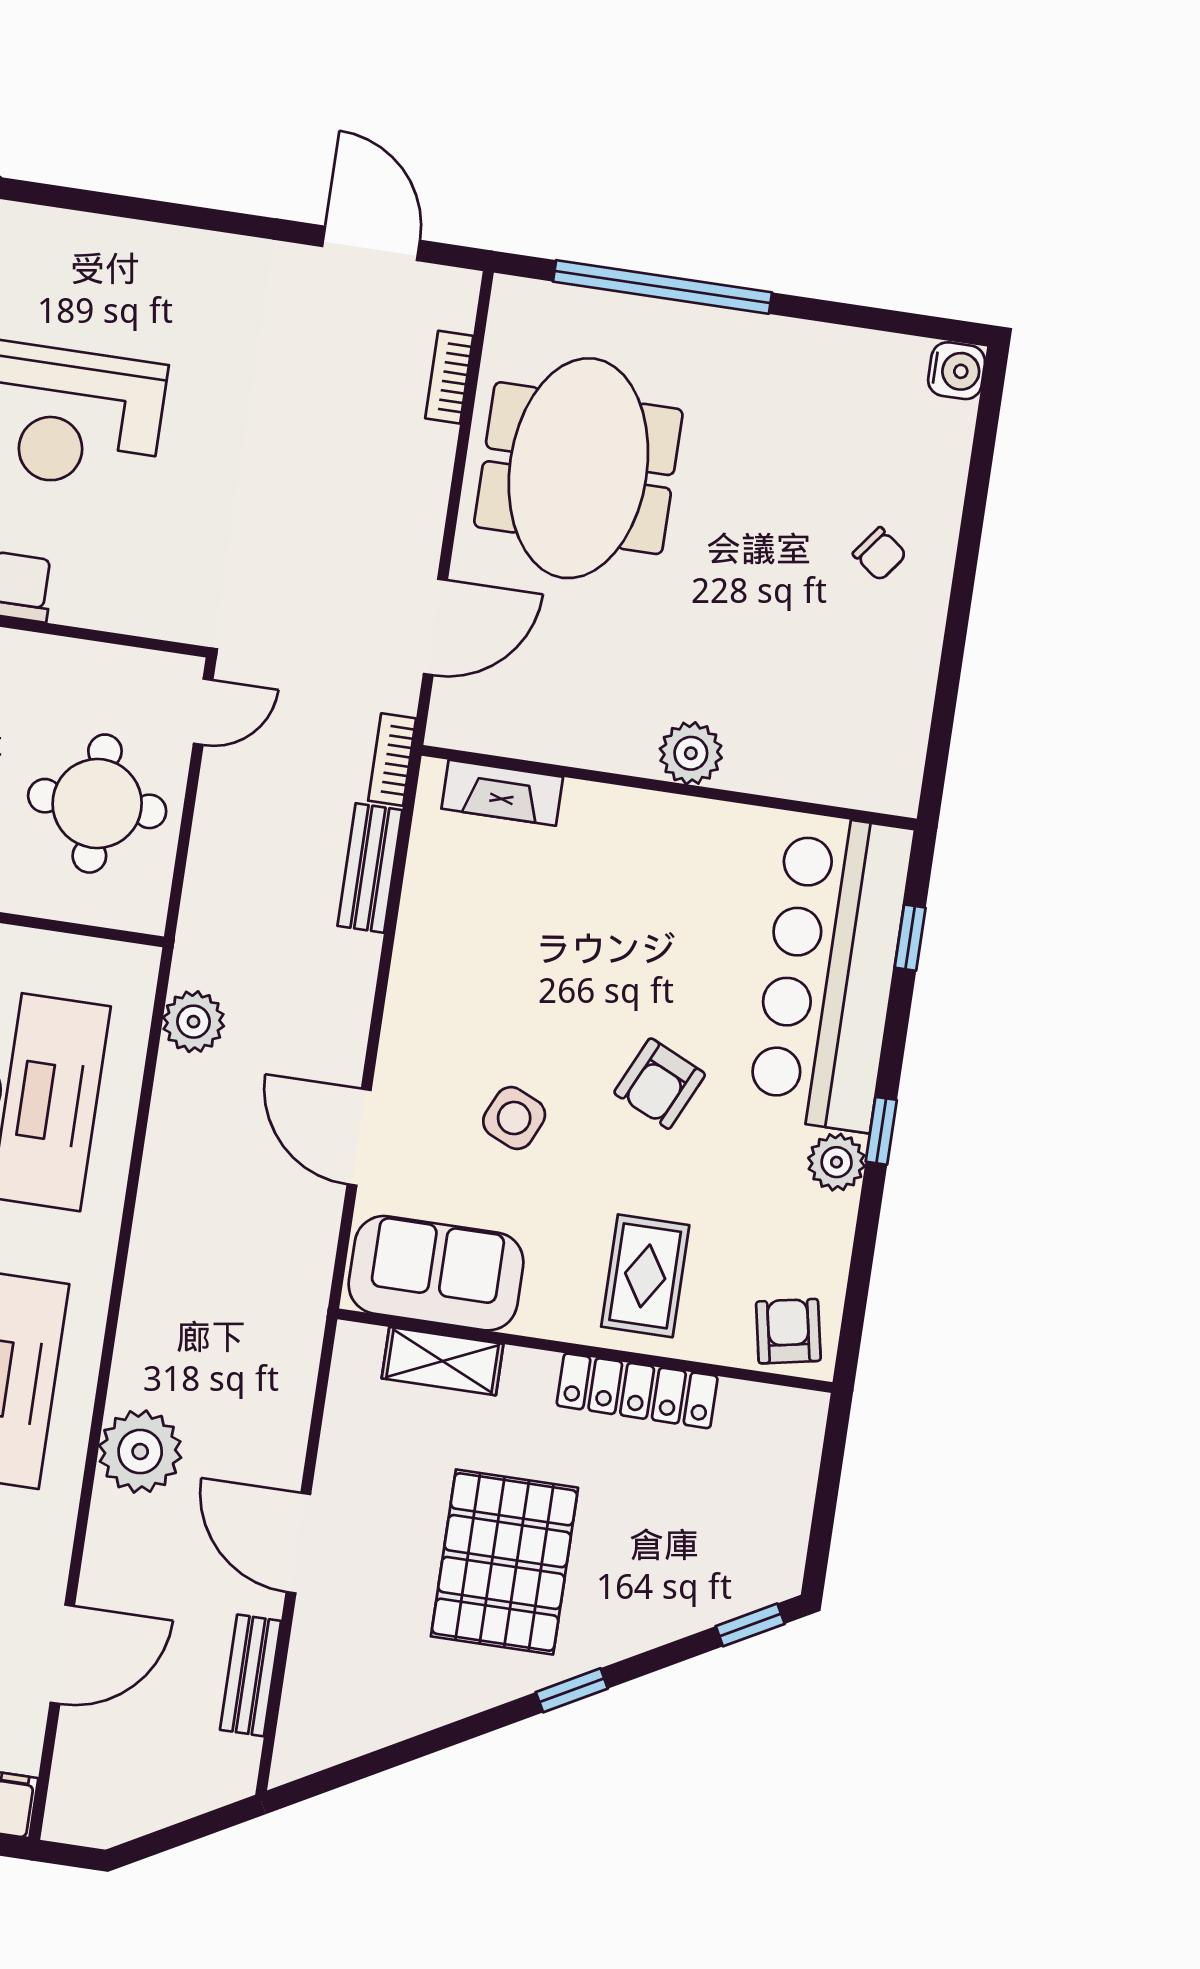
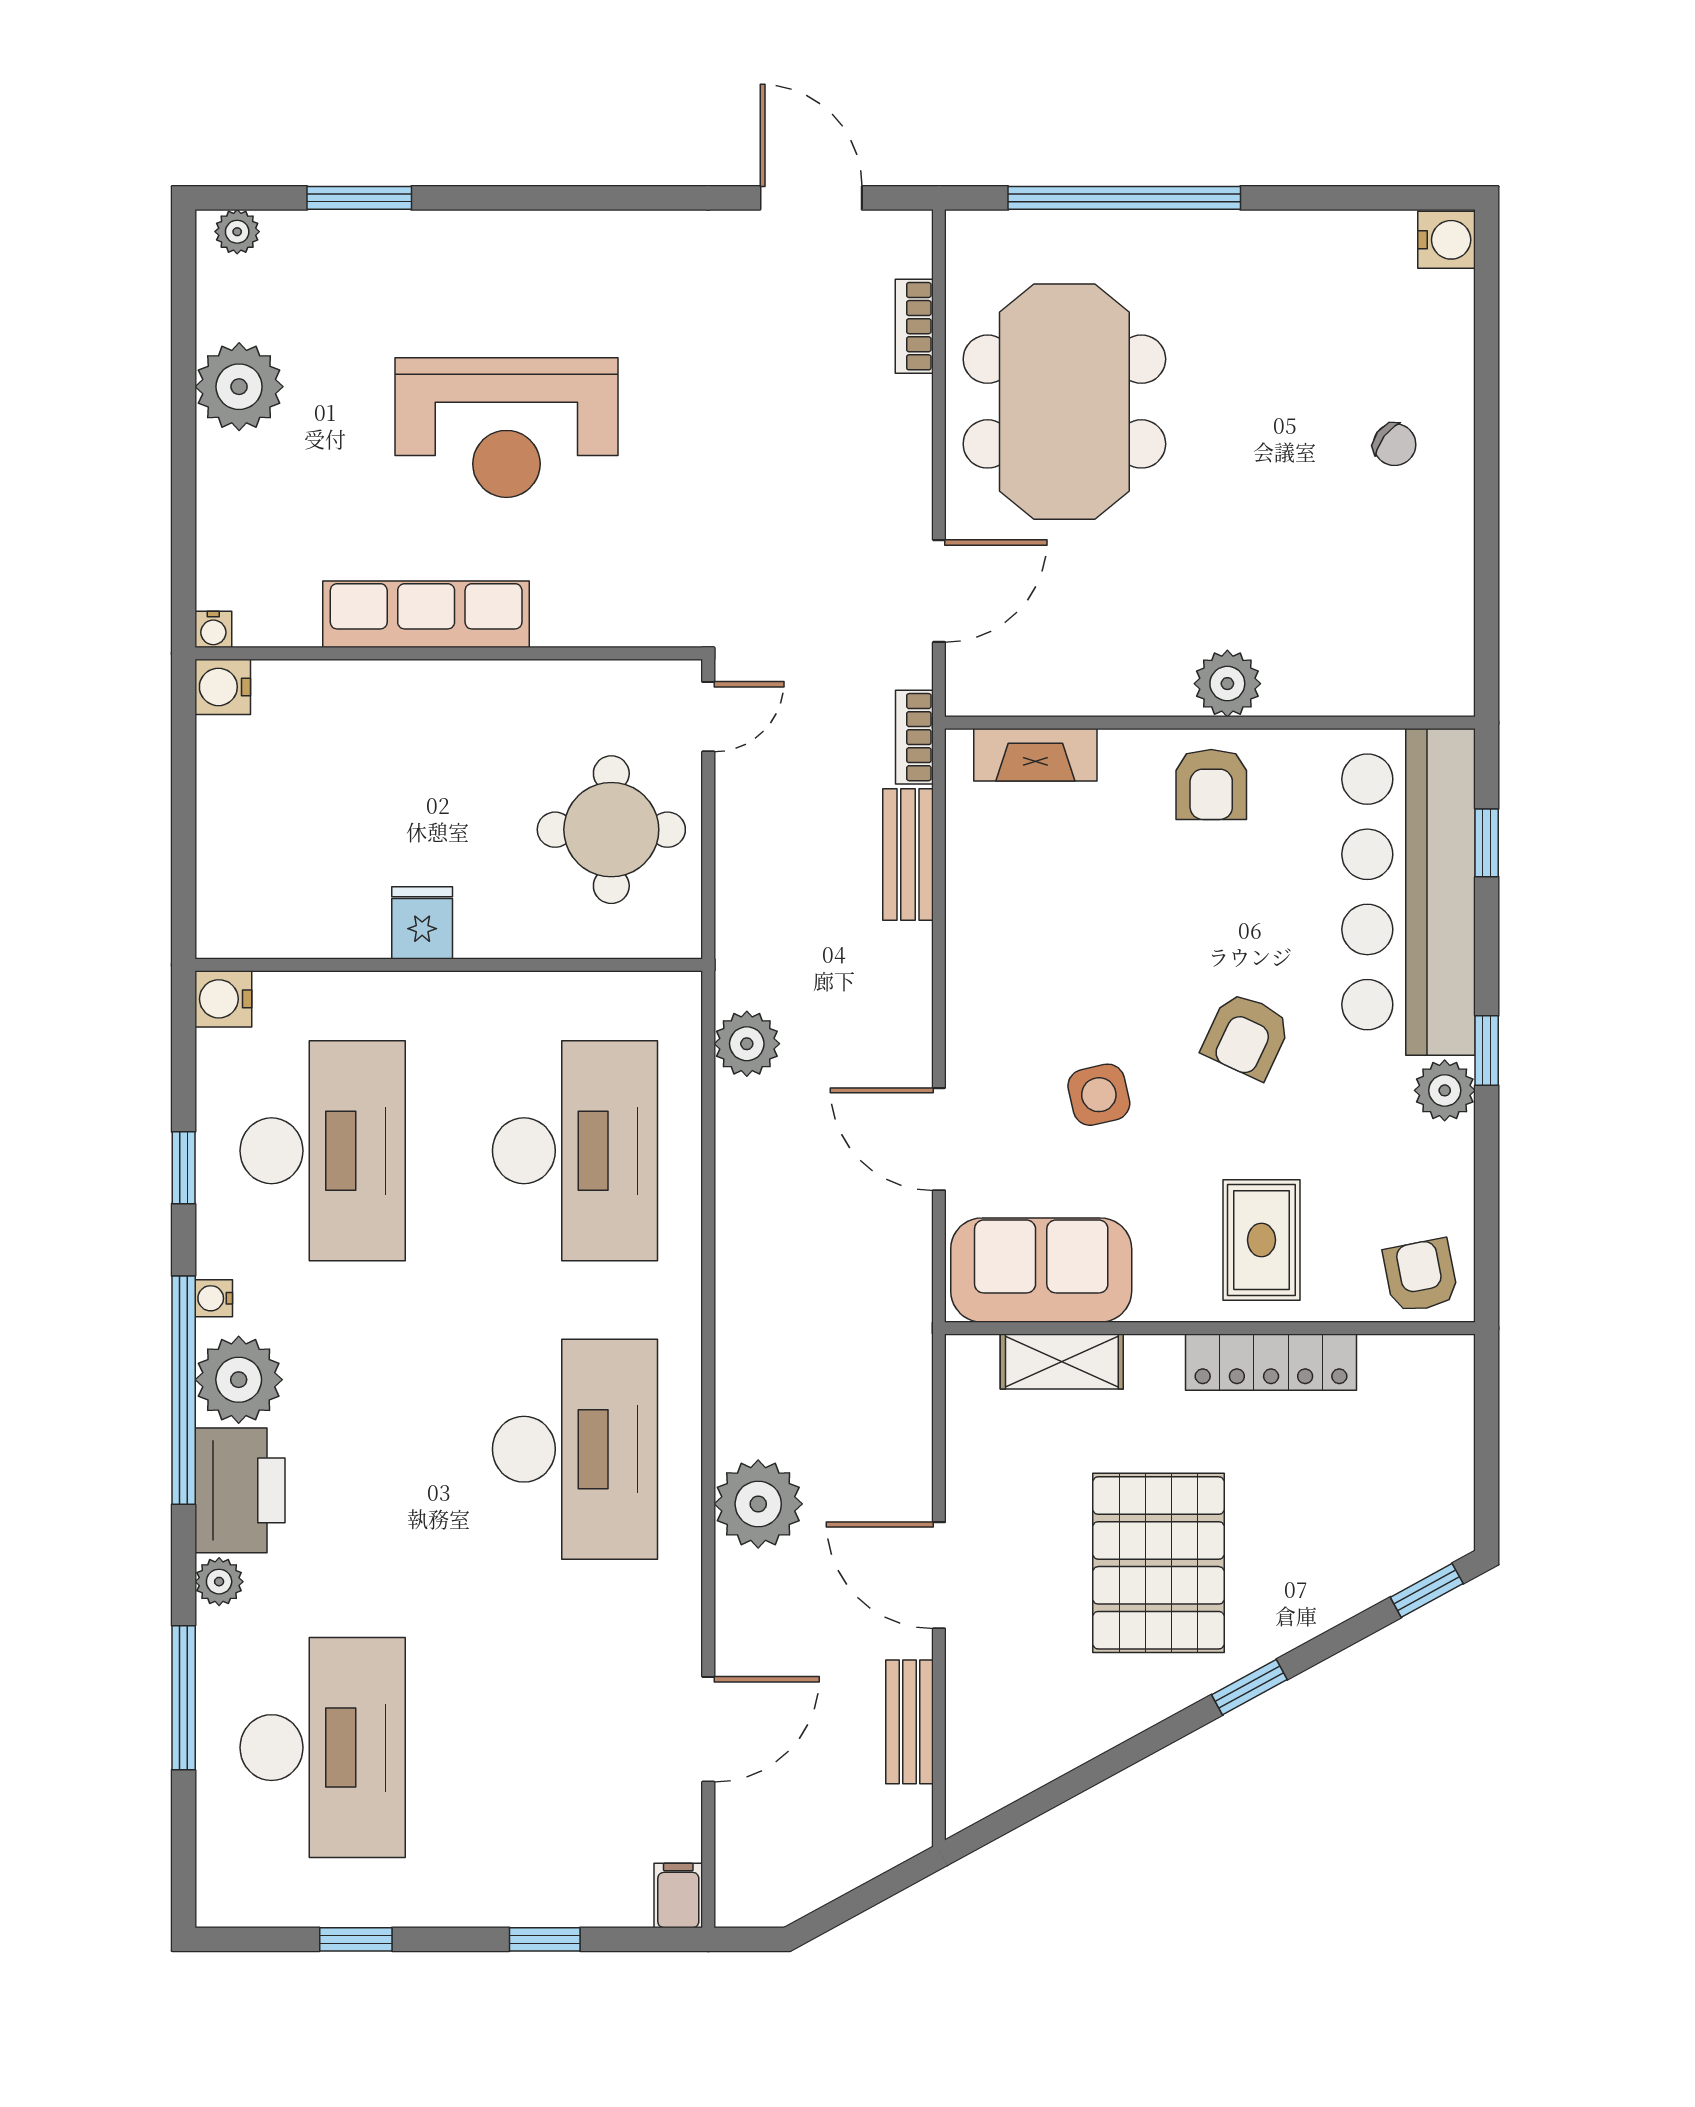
armchair: (662, 845) -> (1211, 785), added
side table: (514, 1118) -> (1099, 1095), turned -37

